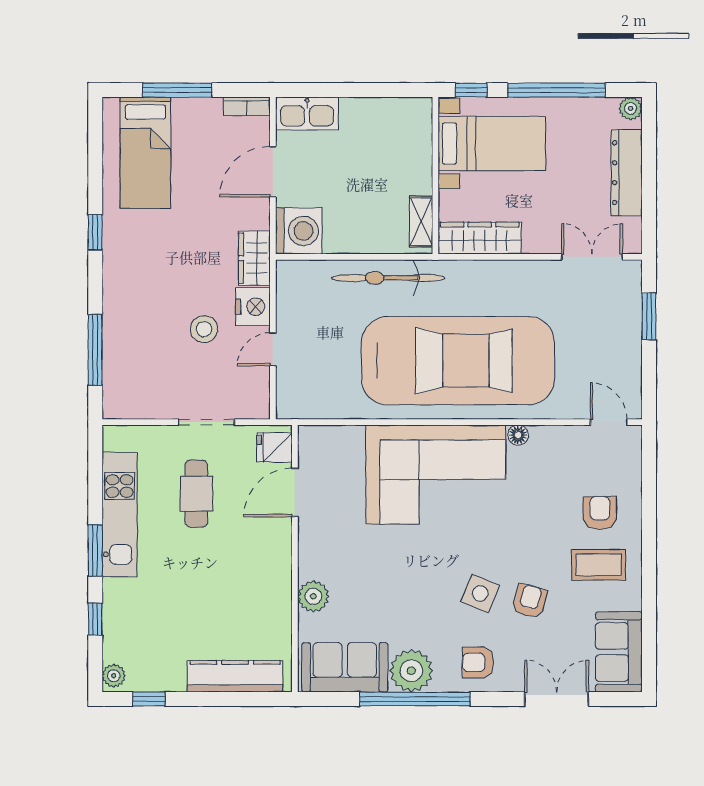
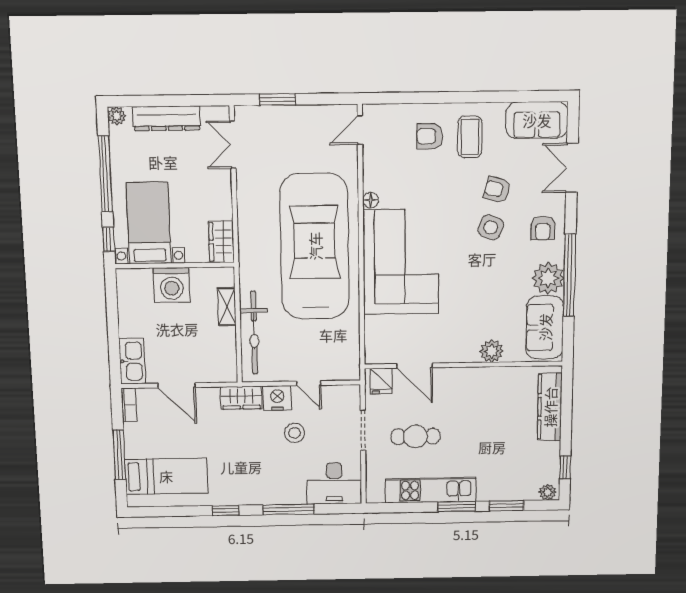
shelving: (421, 221) -> (227, 307), moved, turned 90
washing machine: (299, 231) -> (172, 285), moved, turned 180
wardrobe: (480, 238) -> (221, 242), width x0.67
bicycle: (388, 278) -> (254, 333), moved
window: (95, 350) -> (289, 509), moved
desk: (131, 382) -> (334, 483), added
window: (95, 619) -> (506, 506), width x1.50

